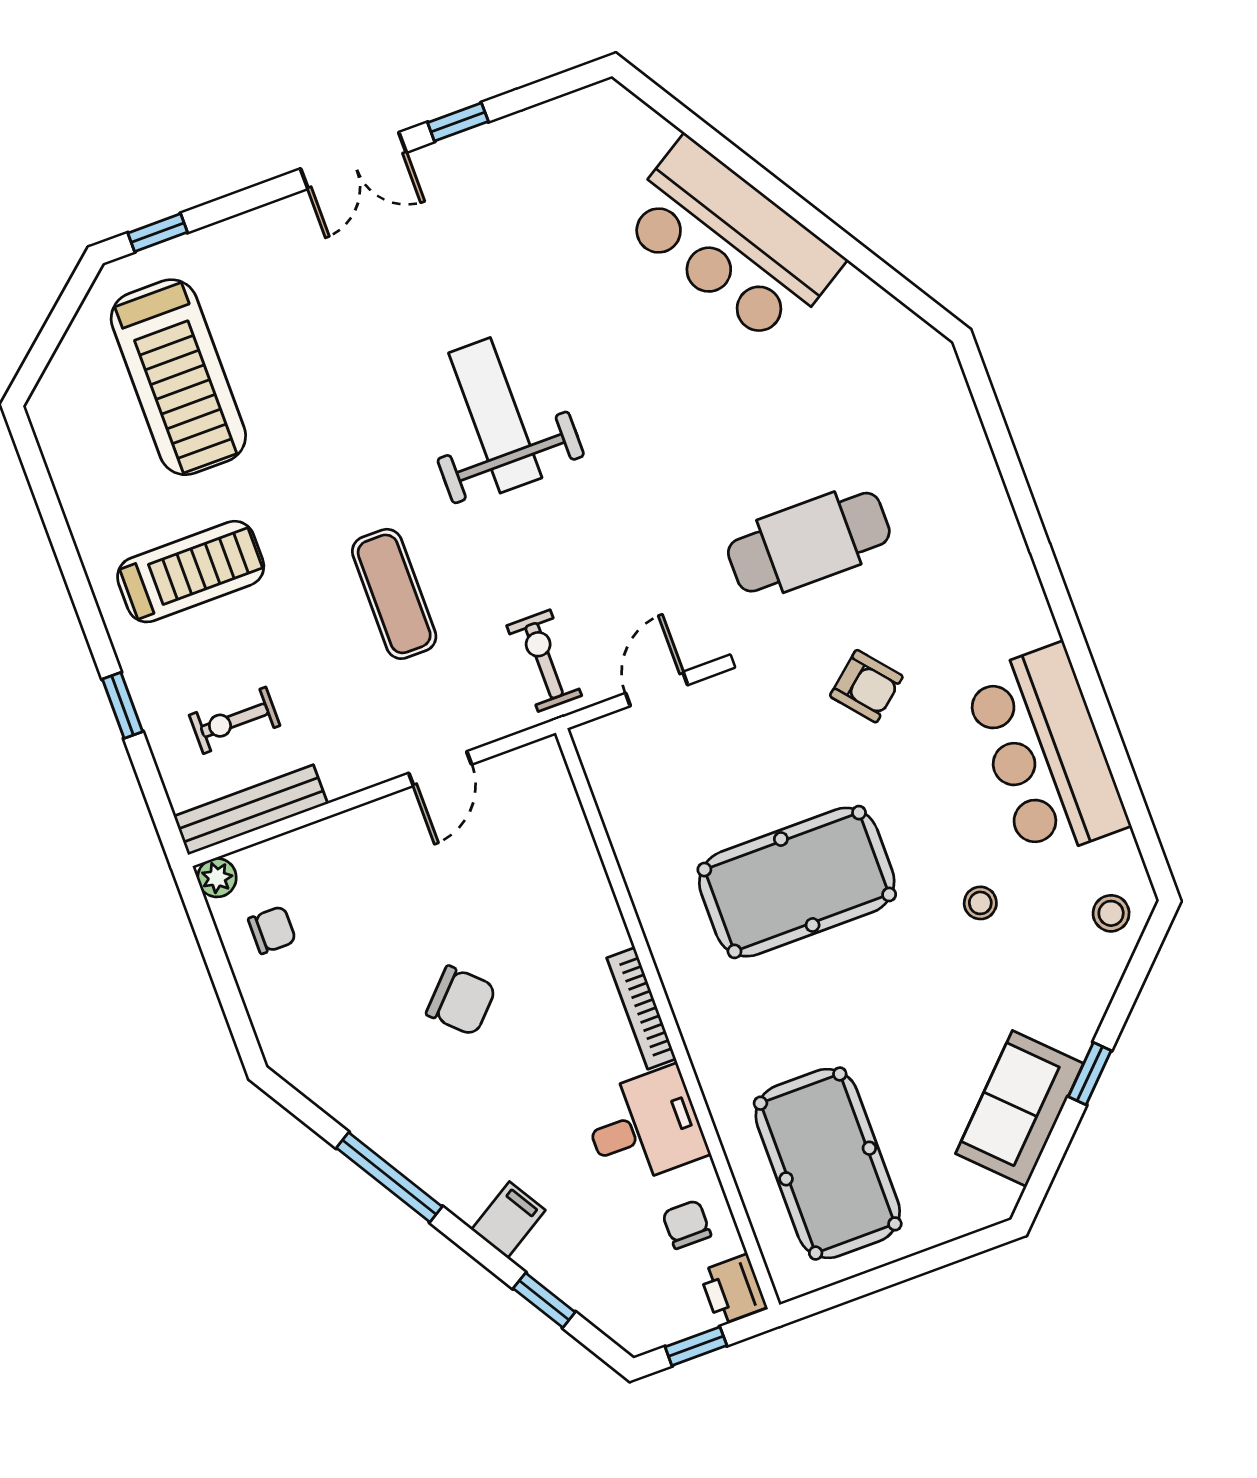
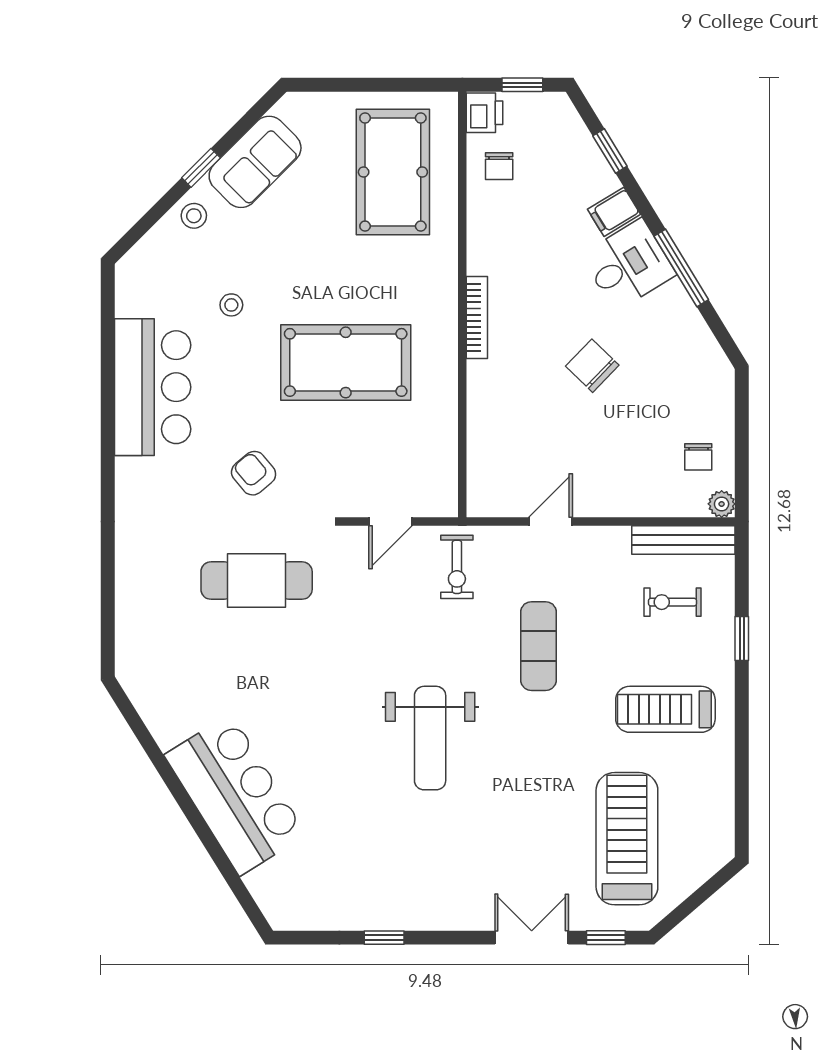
double door: (353, 161) -> (532, 938), moved
exercise bike: (235, 720) -> (673, 602), turned 180
stool: (1111, 913) -> (194, 216), moved
chair: (272, 930) -> (698, 457), turned -90
desk: (645, 1127) -> (628, 265), moved, turned 149

